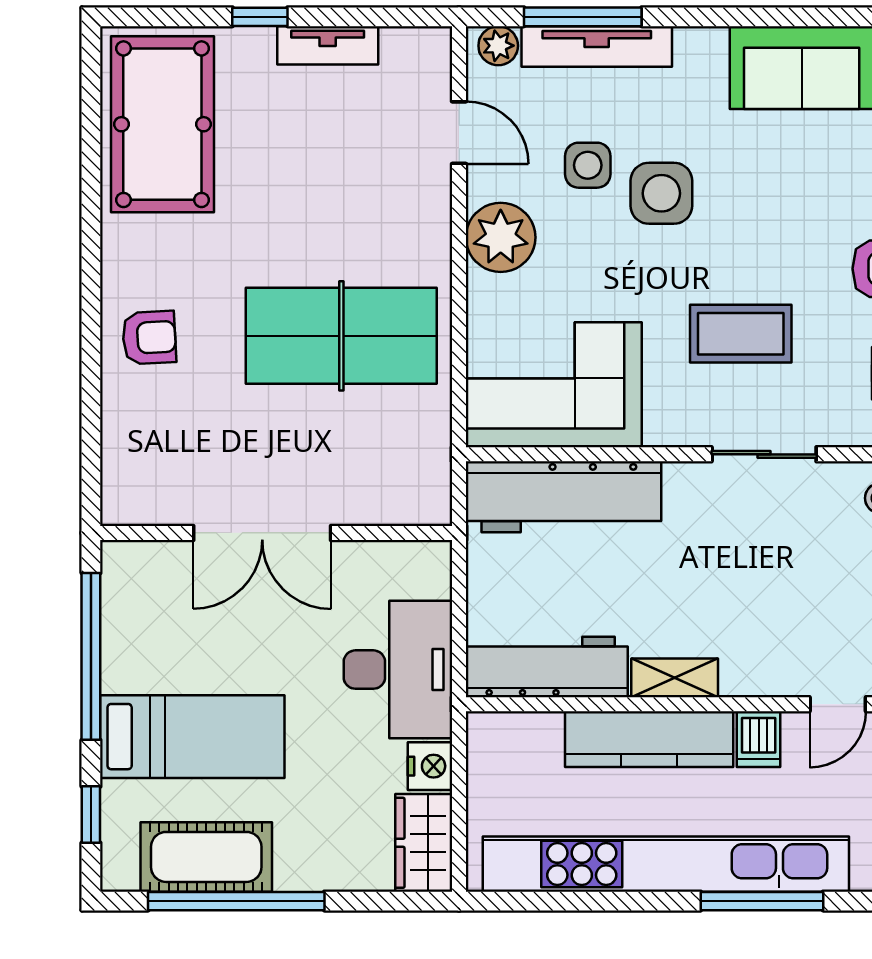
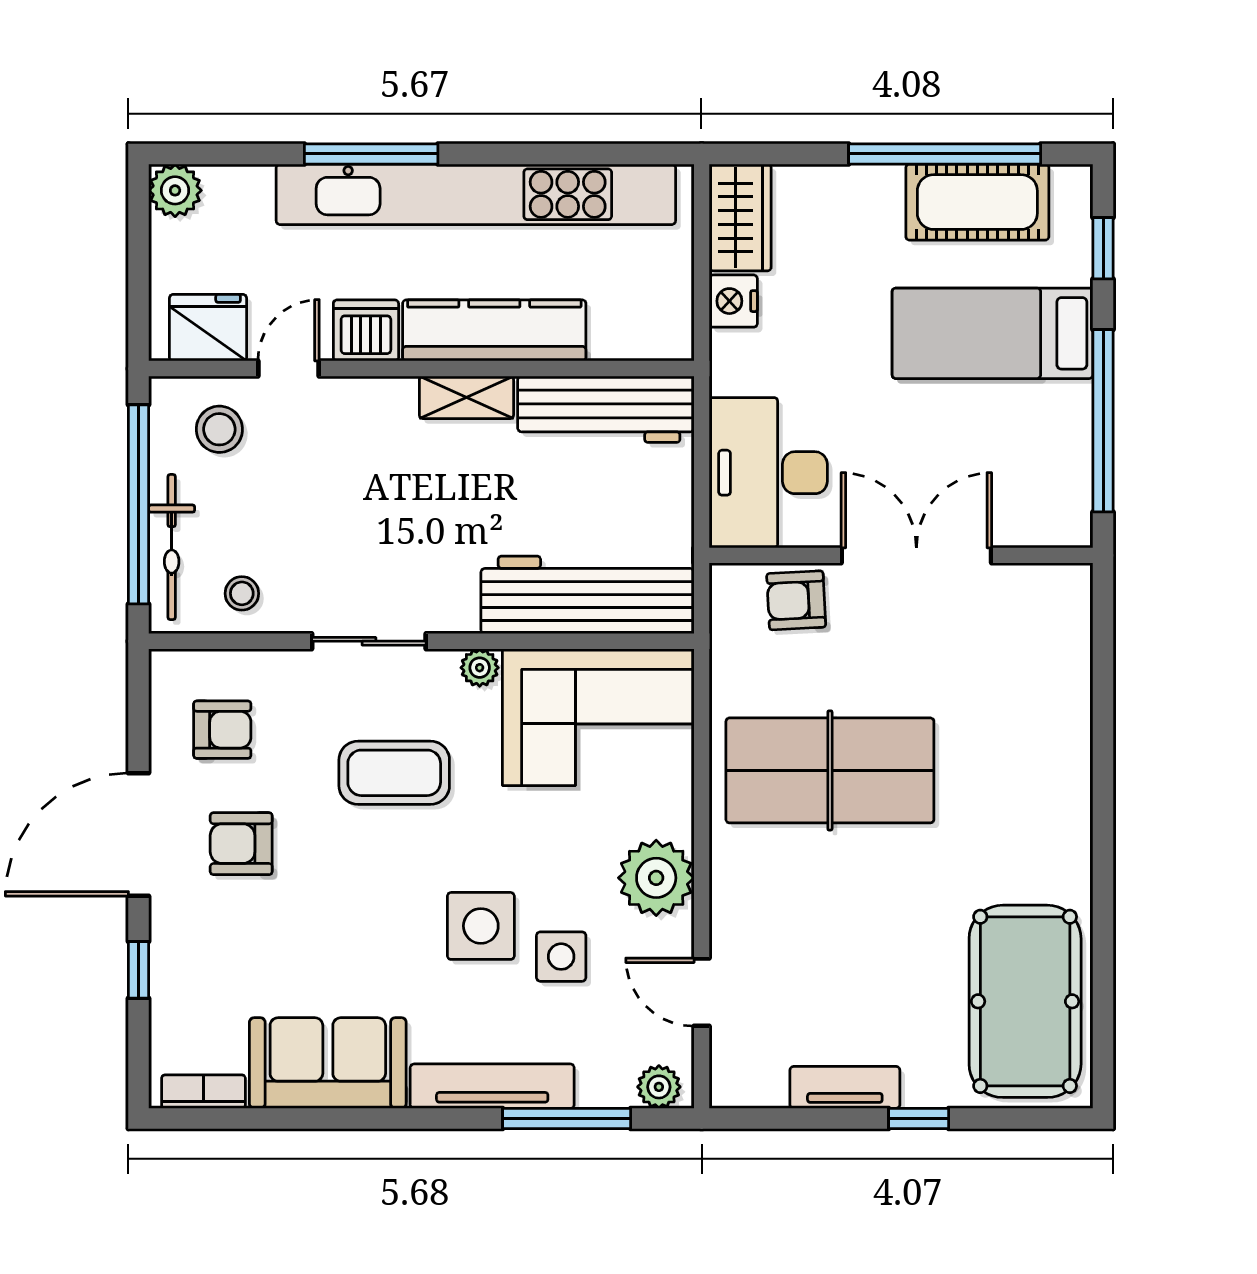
tv unit: (597, 46) -> (492, 1086), moved
armchair: (149, 338) -> (796, 600), moved
plant: (663, 430) -> (480, 668), added
desk: (398, 670) -> (768, 473), moved
dishwasher: (759, 739) -> (366, 330), width x1.38

